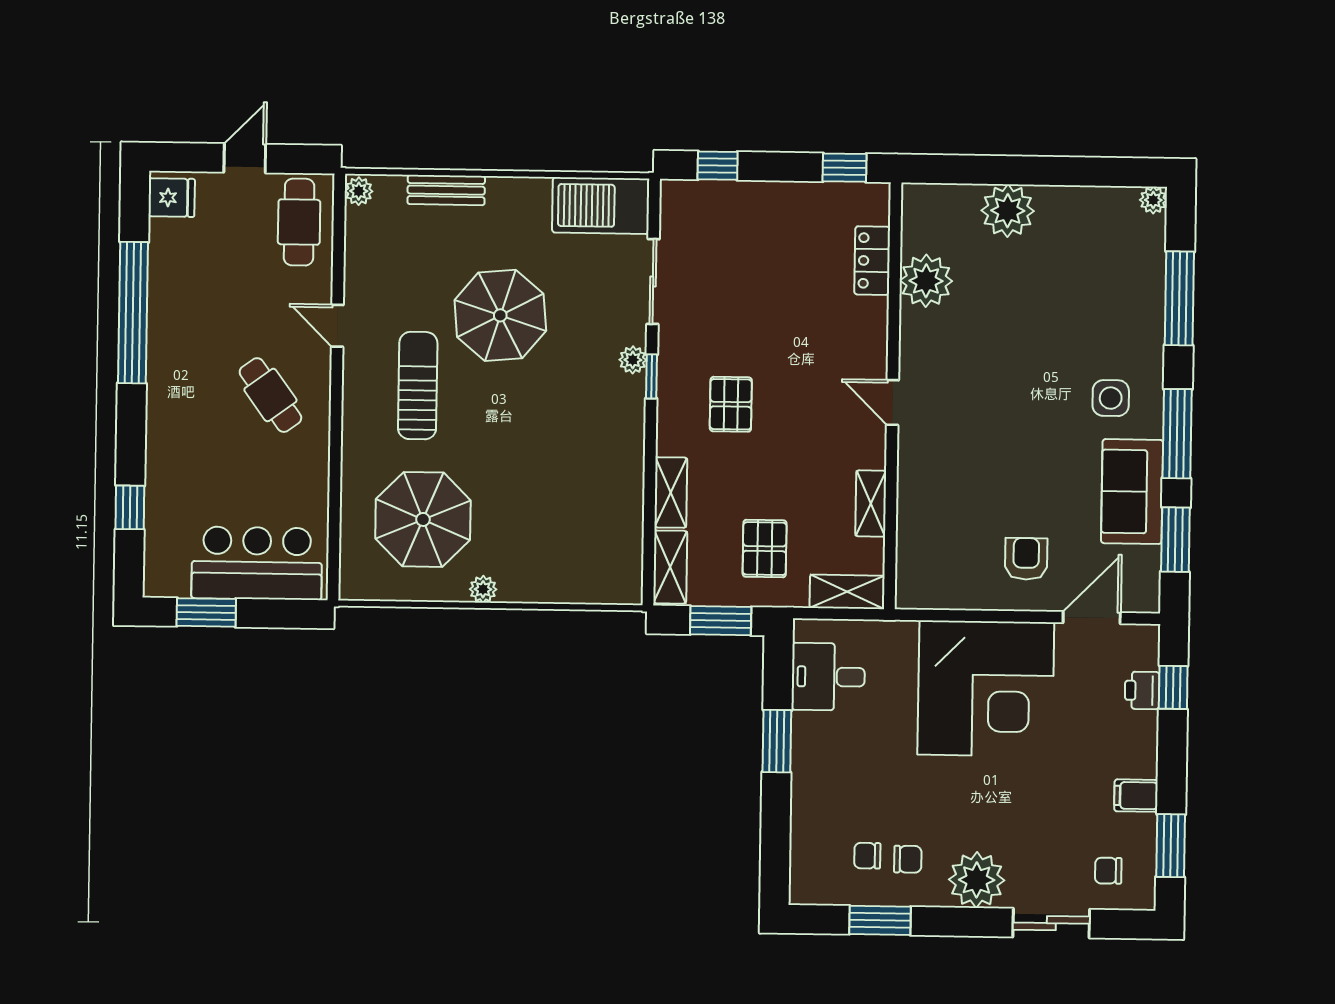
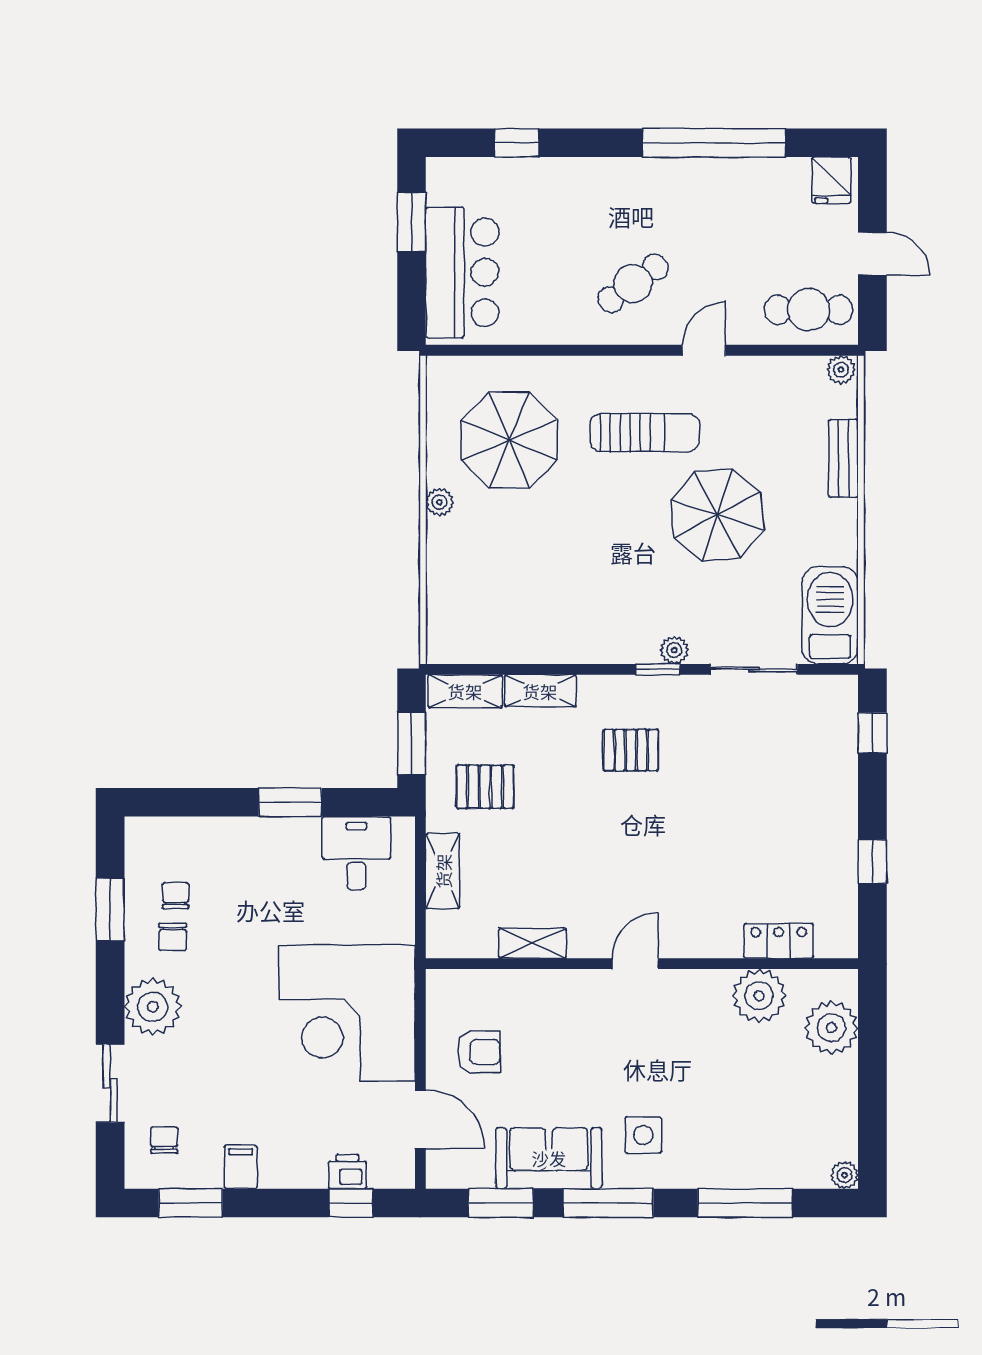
locker: (872, 261) -> (779, 941), moved
plant: (926, 281) -> (759, 996), moved
wall: (893, 396) -> (642, 964), moved
door: (892, 402) -> (635, 964), moved
shelving: (871, 503) -> (533, 943), moved

